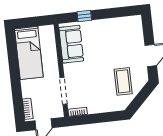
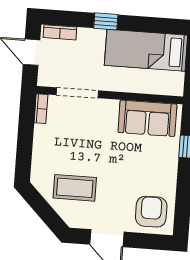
armchair: (129, 31) -> (151, 212), added
window: (16, 81) -> (106, 21), added

